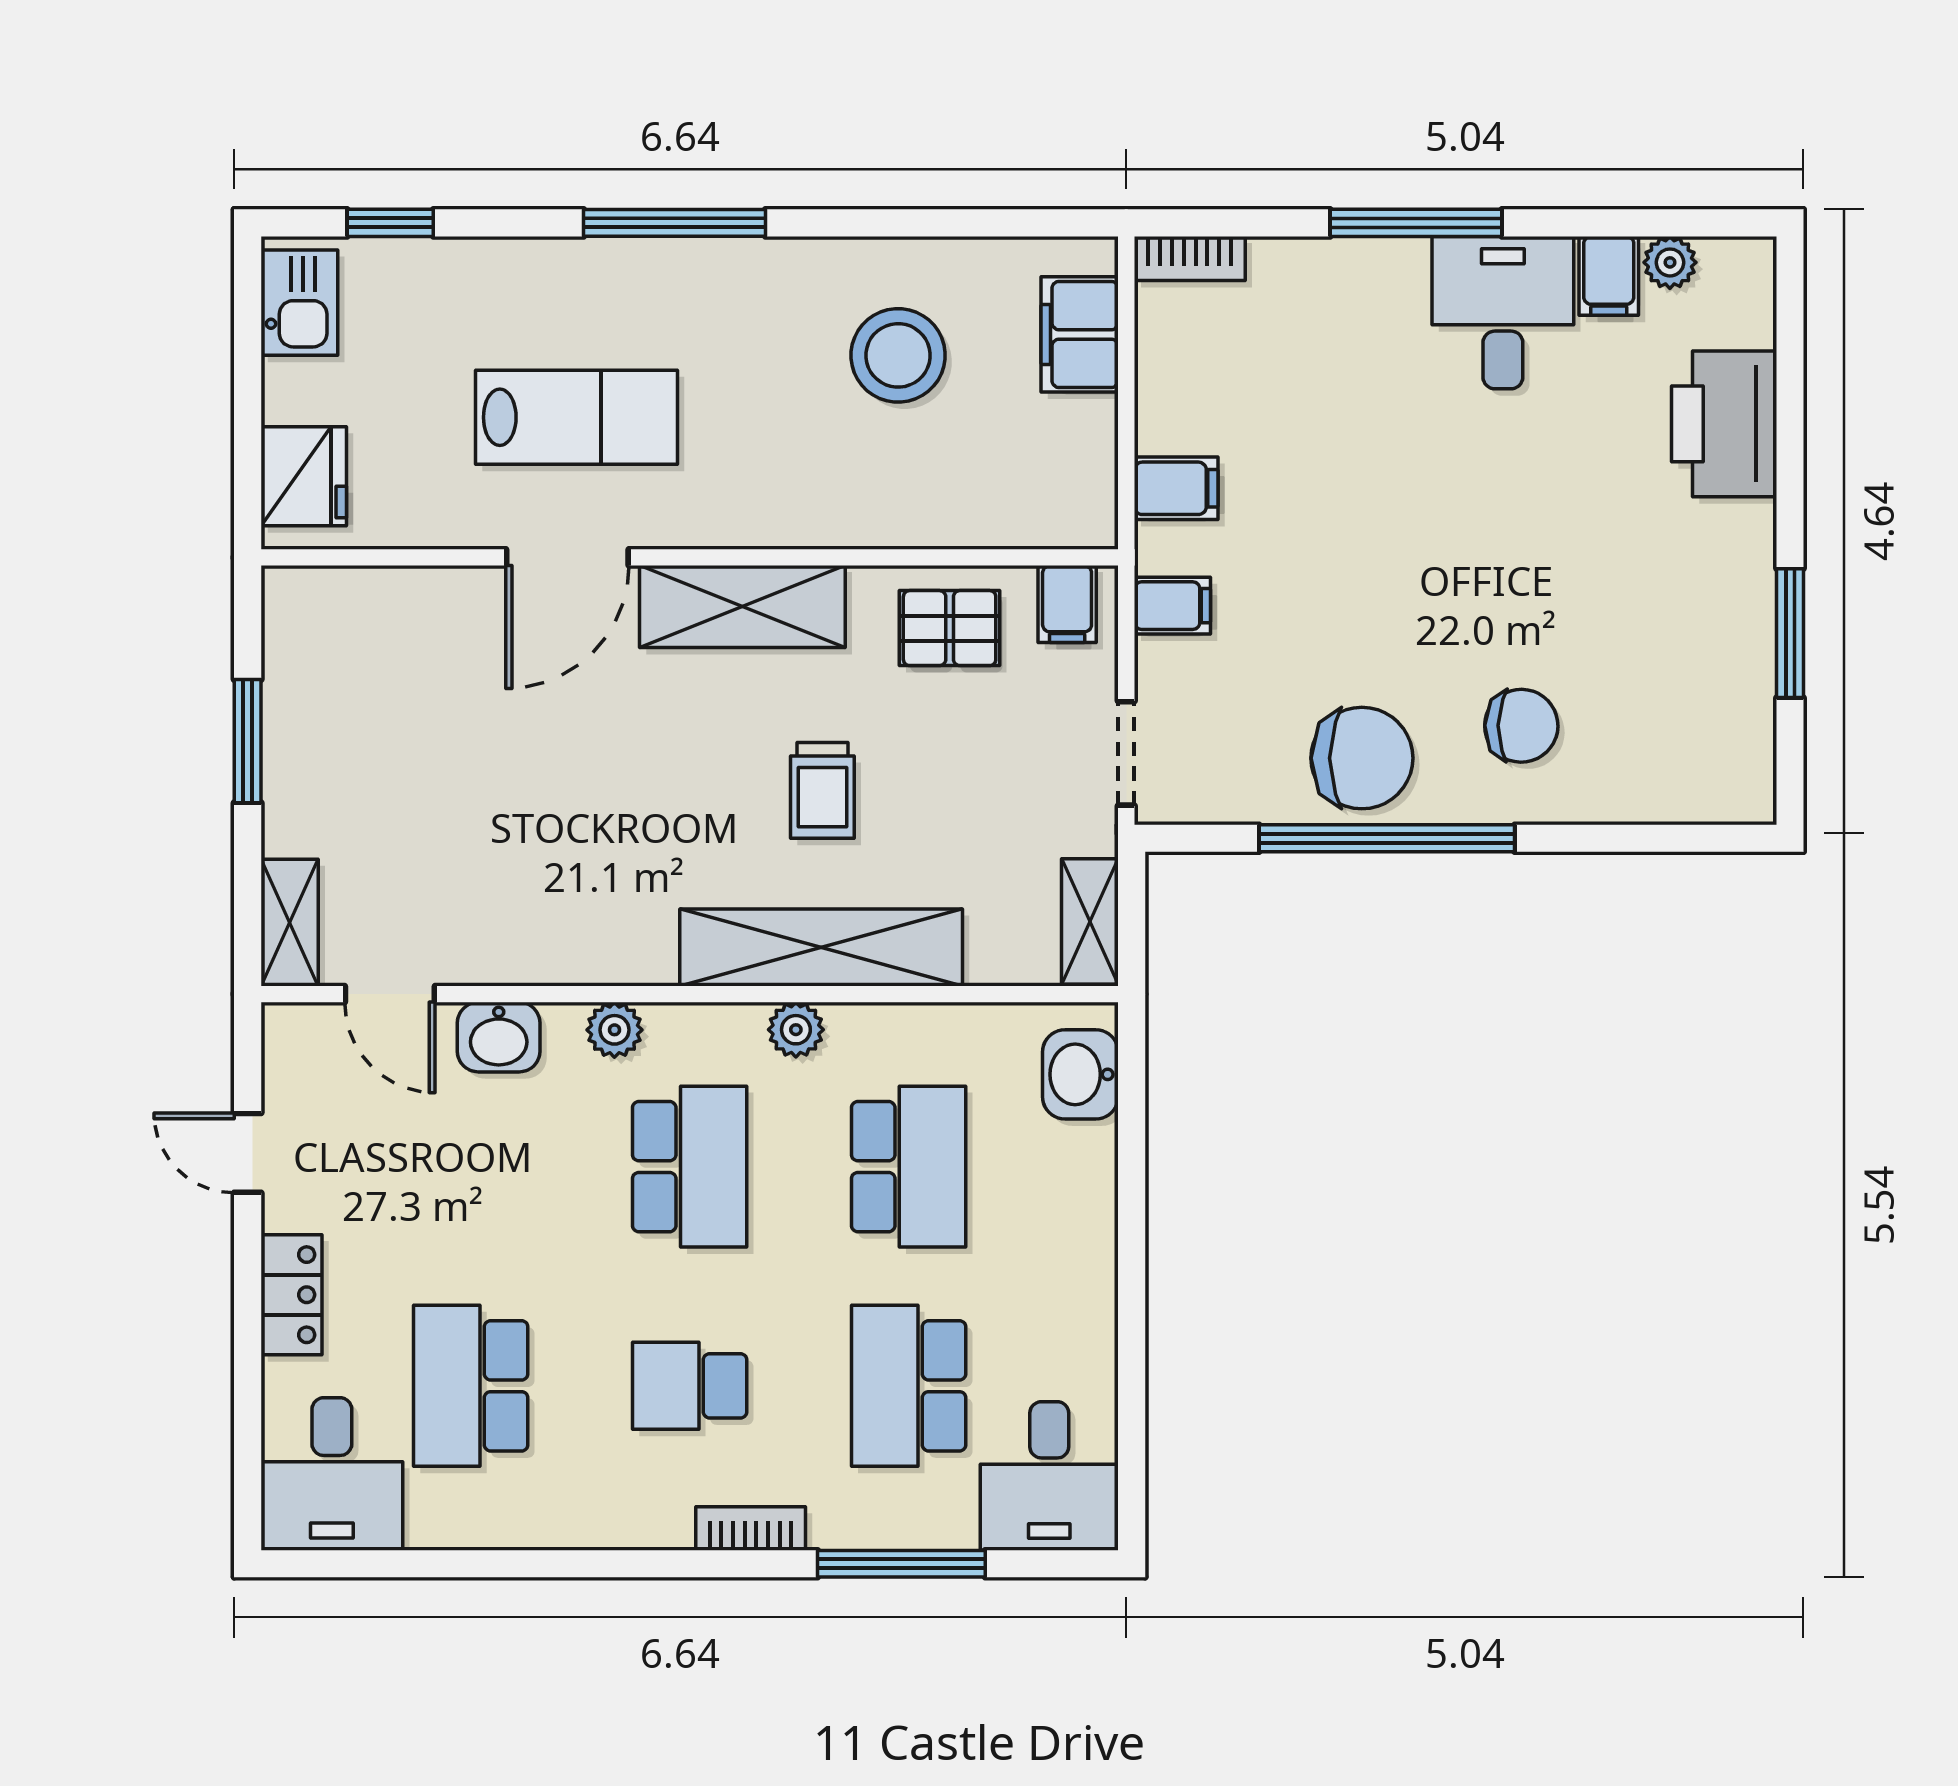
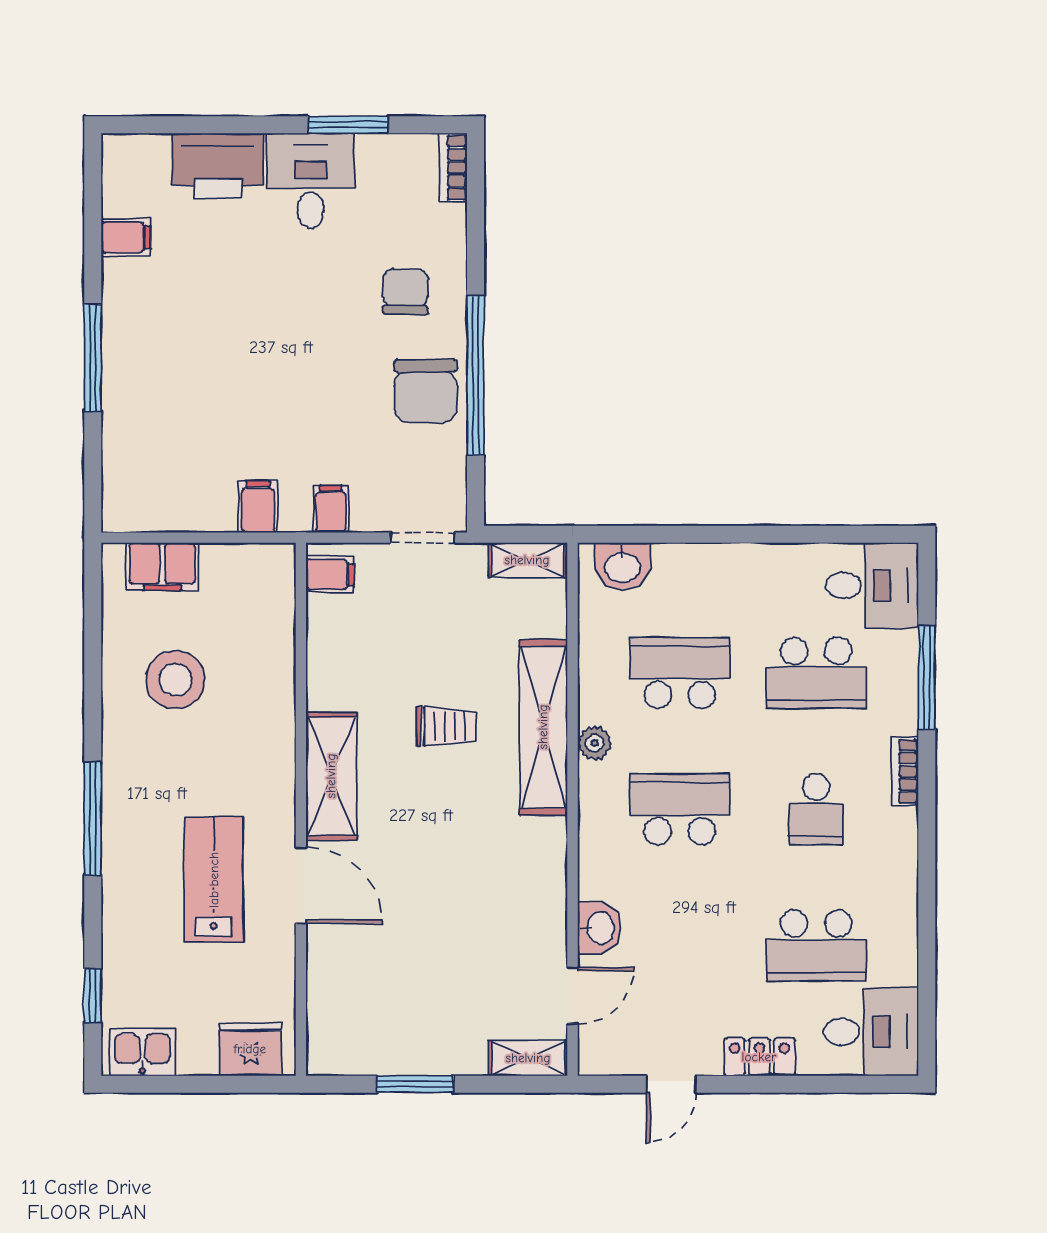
bookcase: (1190, 258) -> (453, 168), moved, turned 180
plant: (1670, 262) -> (117, 199), removed
desk: (1503, 313) -> (311, 181), moved, turned 90
pallet: (950, 628) -> (345, 648), removed
chair: (1362, 758) -> (426, 391), turned 180
plant: (614, 1030) -> (595, 856), removed

